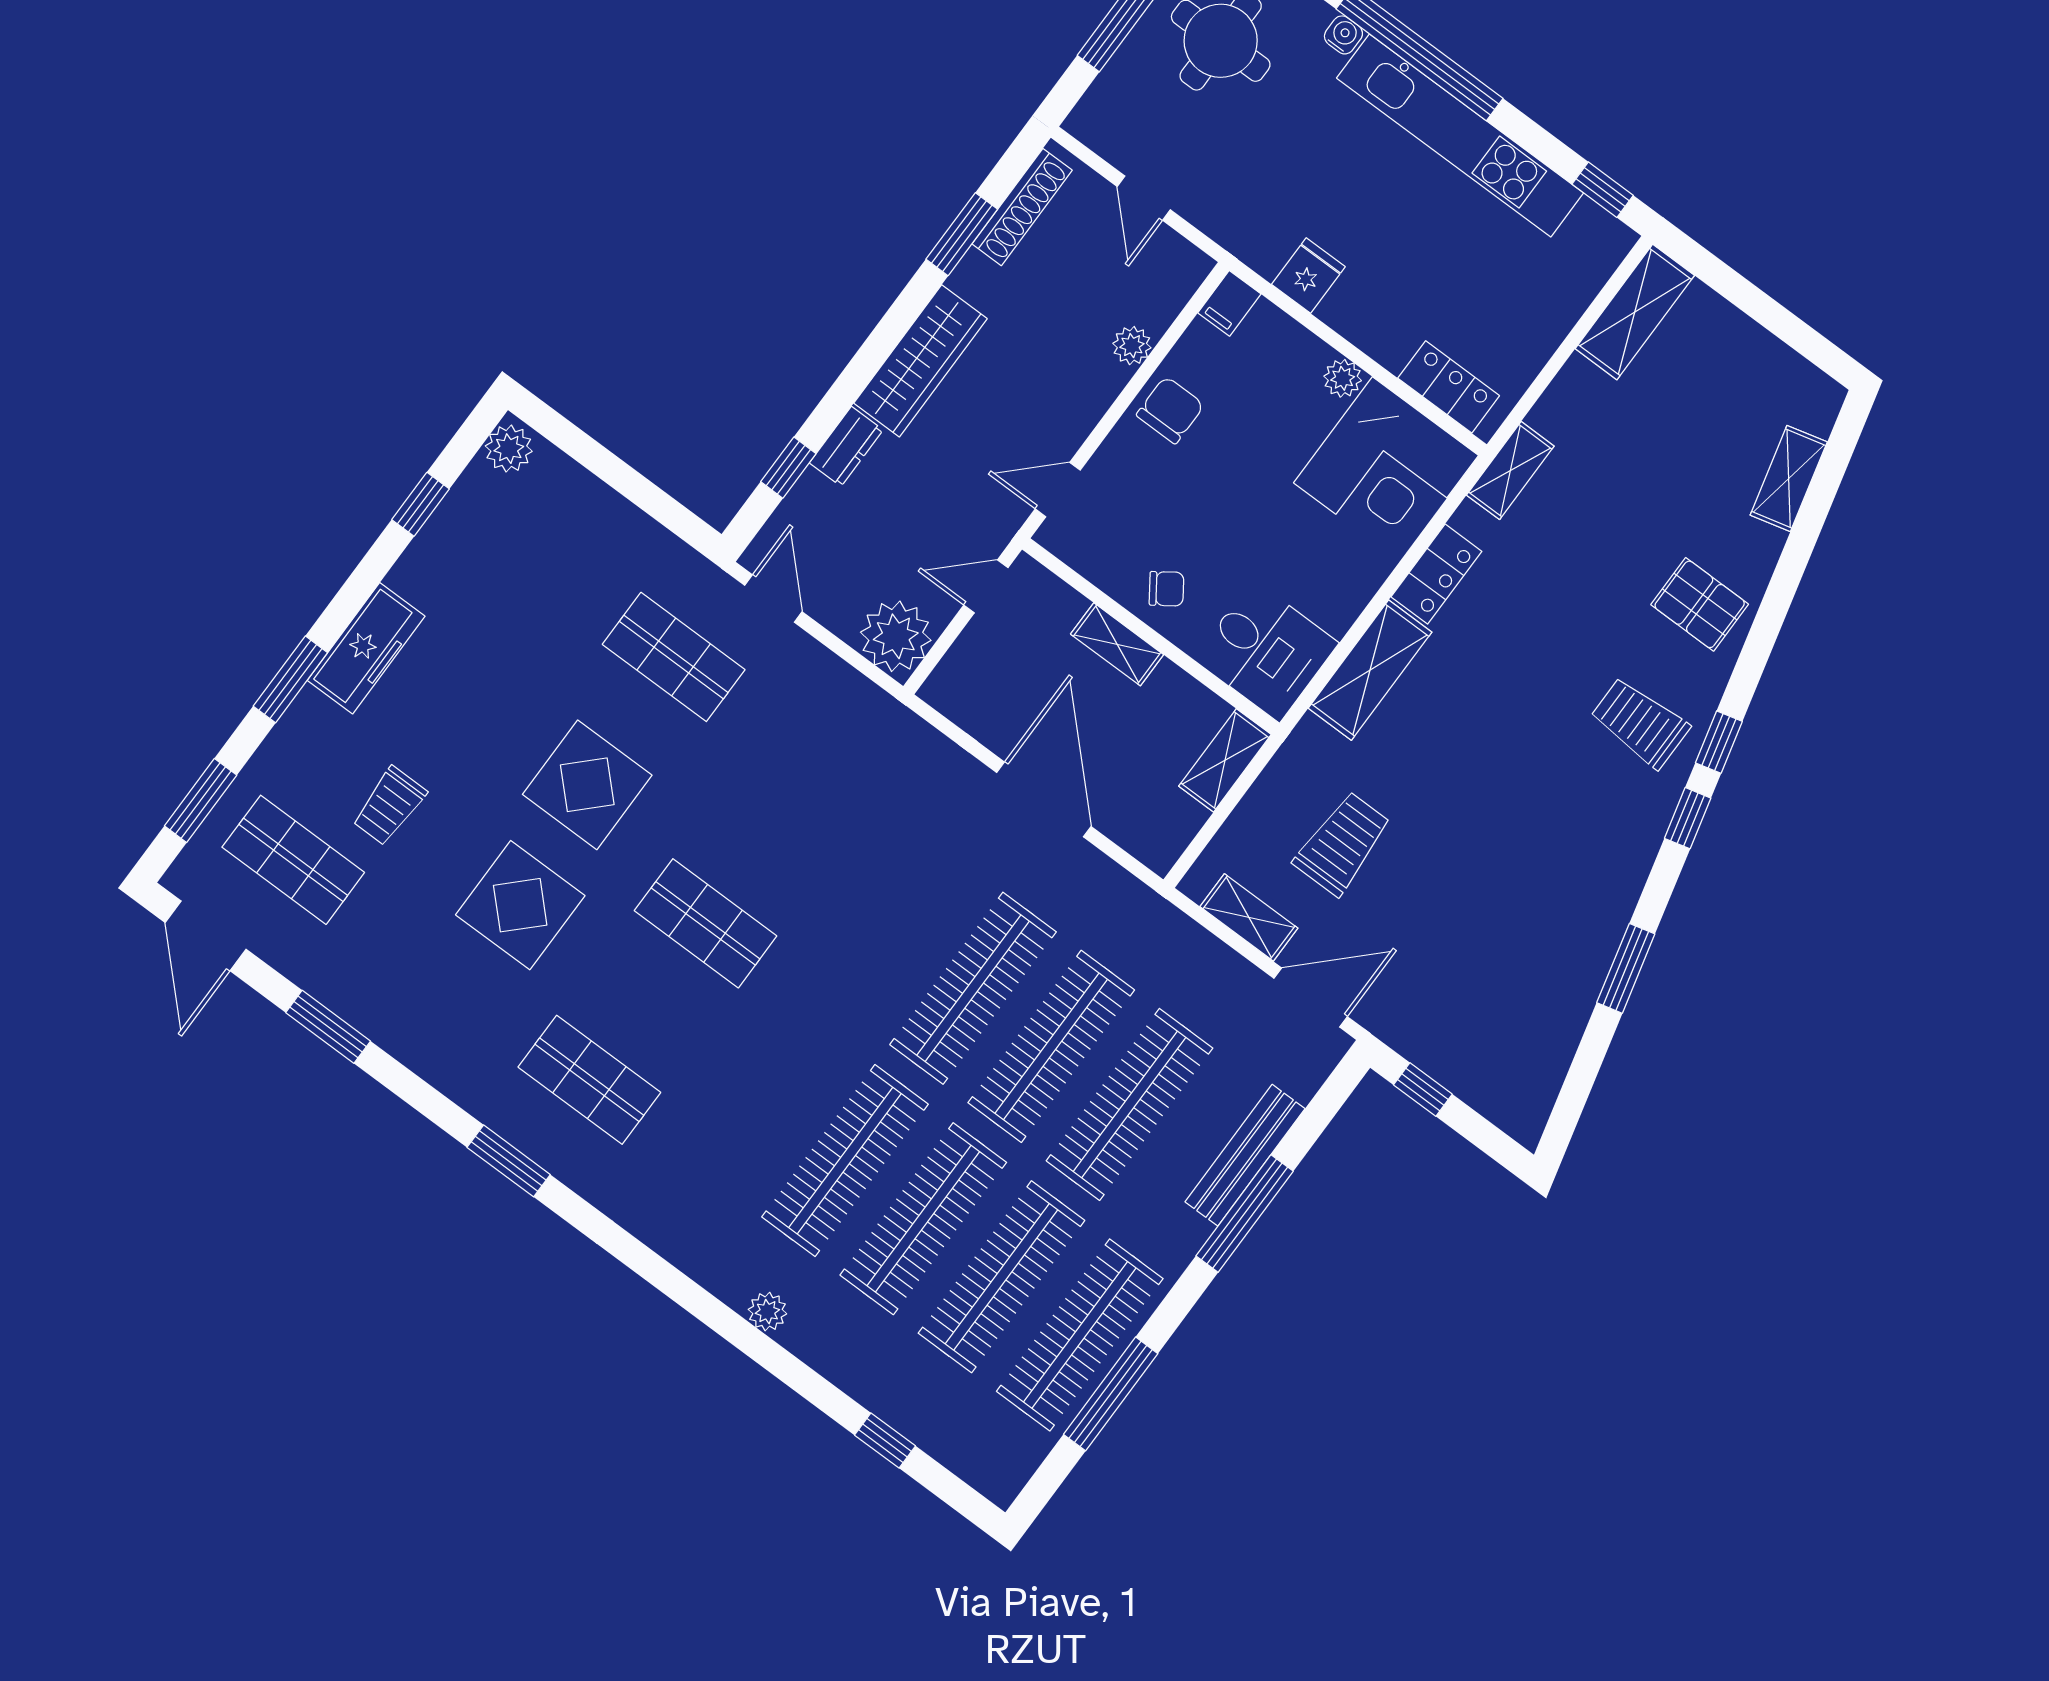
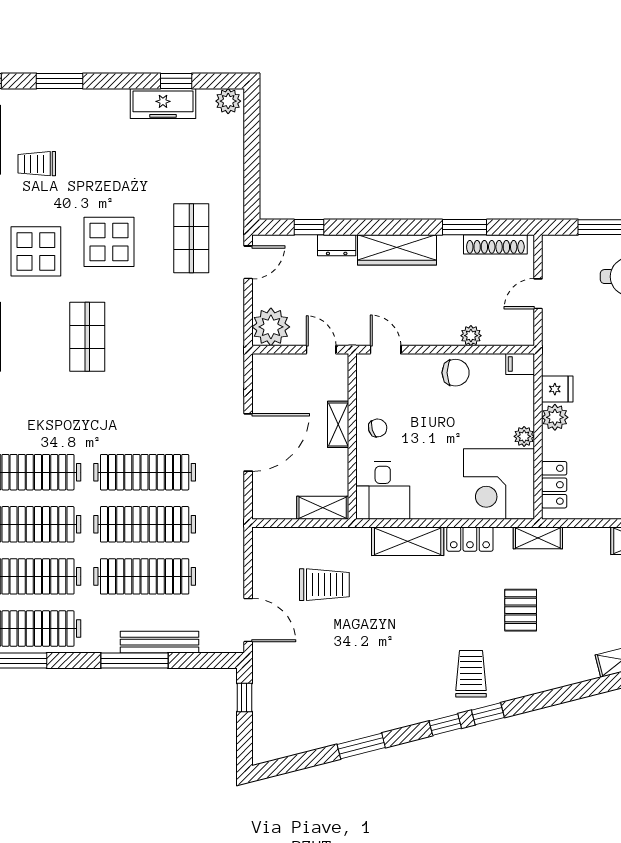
plant: (1348, 311) -> (555, 417), added
chair: (1166, 589) -> (378, 428), turned -71
pallet: (1700, 604) -> (521, 610), moved
freezer: (366, 648) -> (163, 104), moved
shelving: (1249, 917) -> (263, 568), removed

